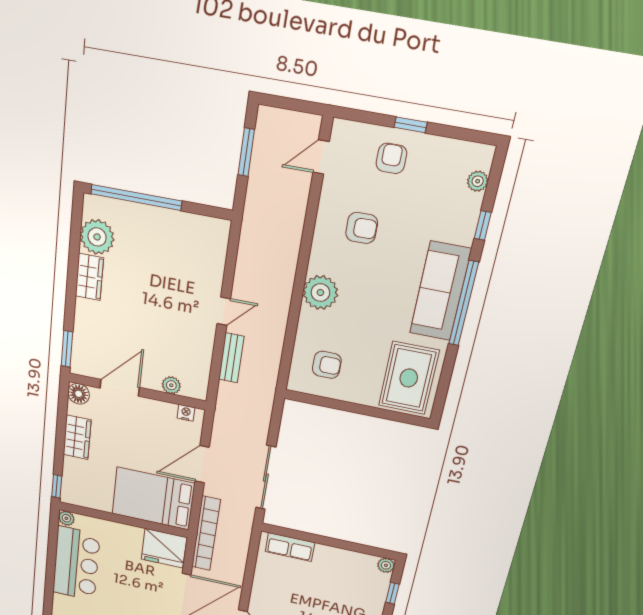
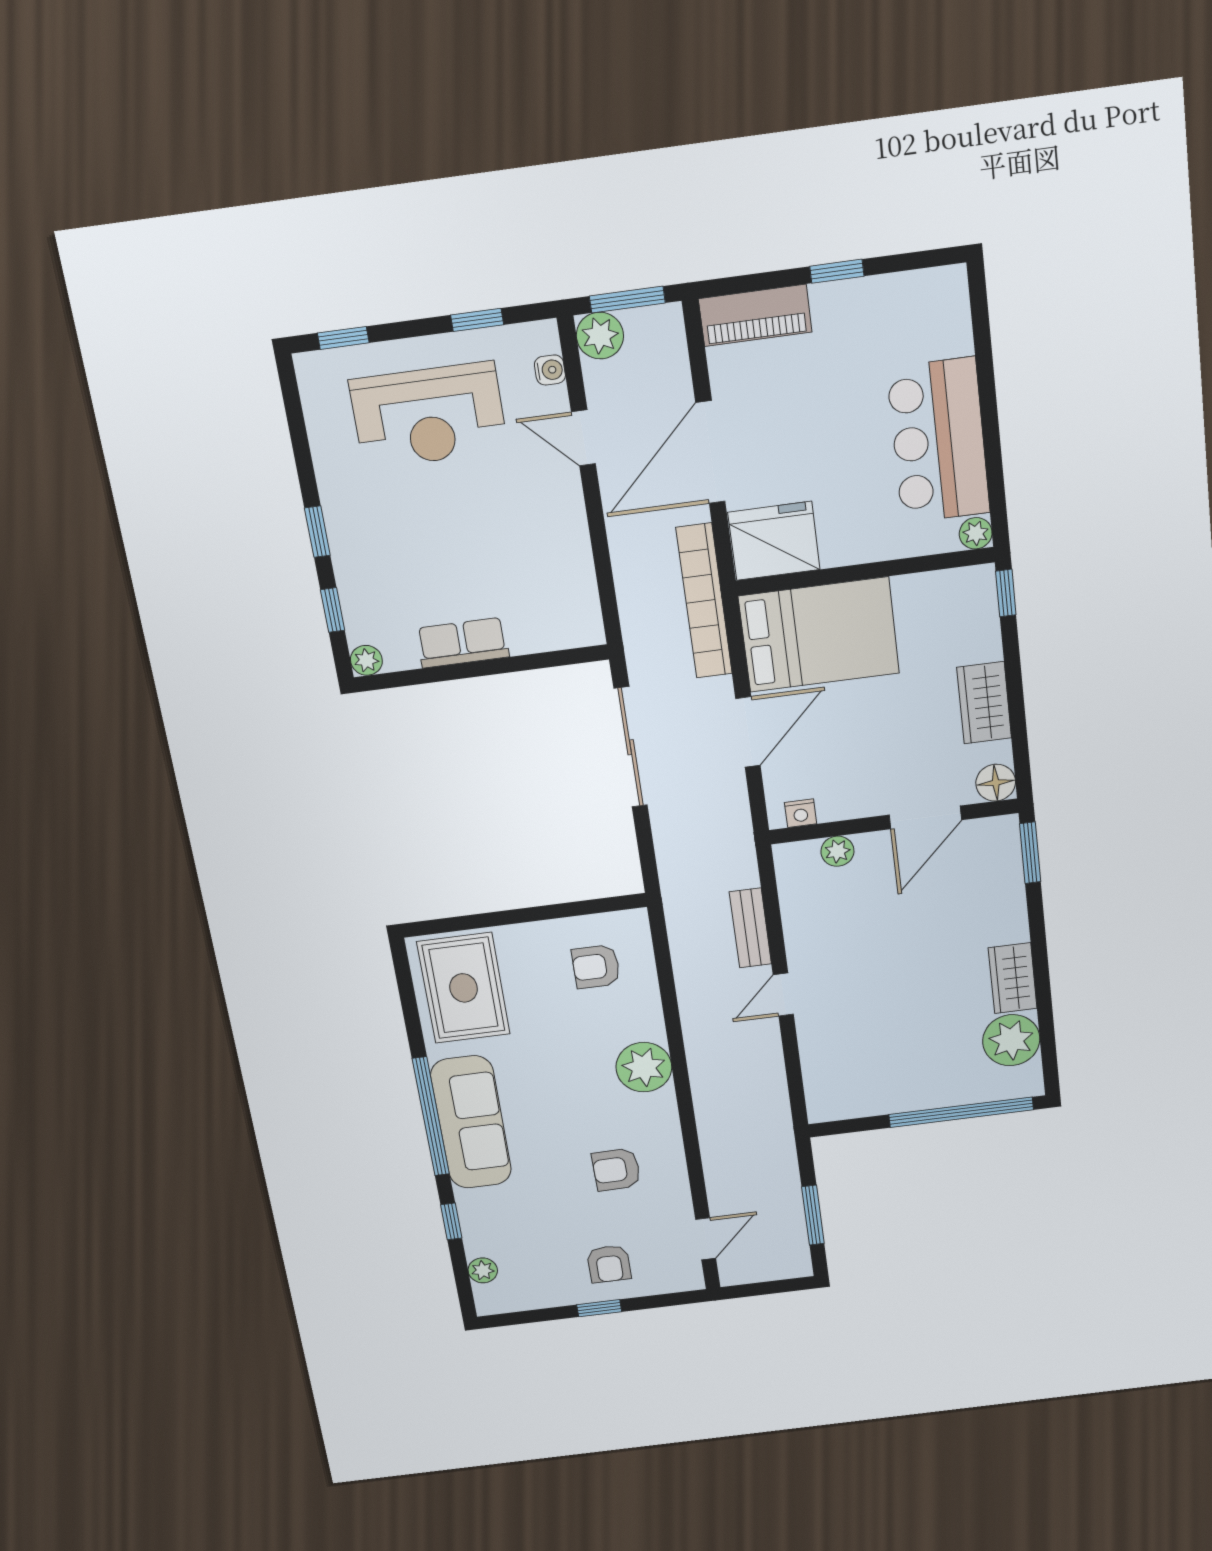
row of seats: (290, 547) -> (463, 643), moved

